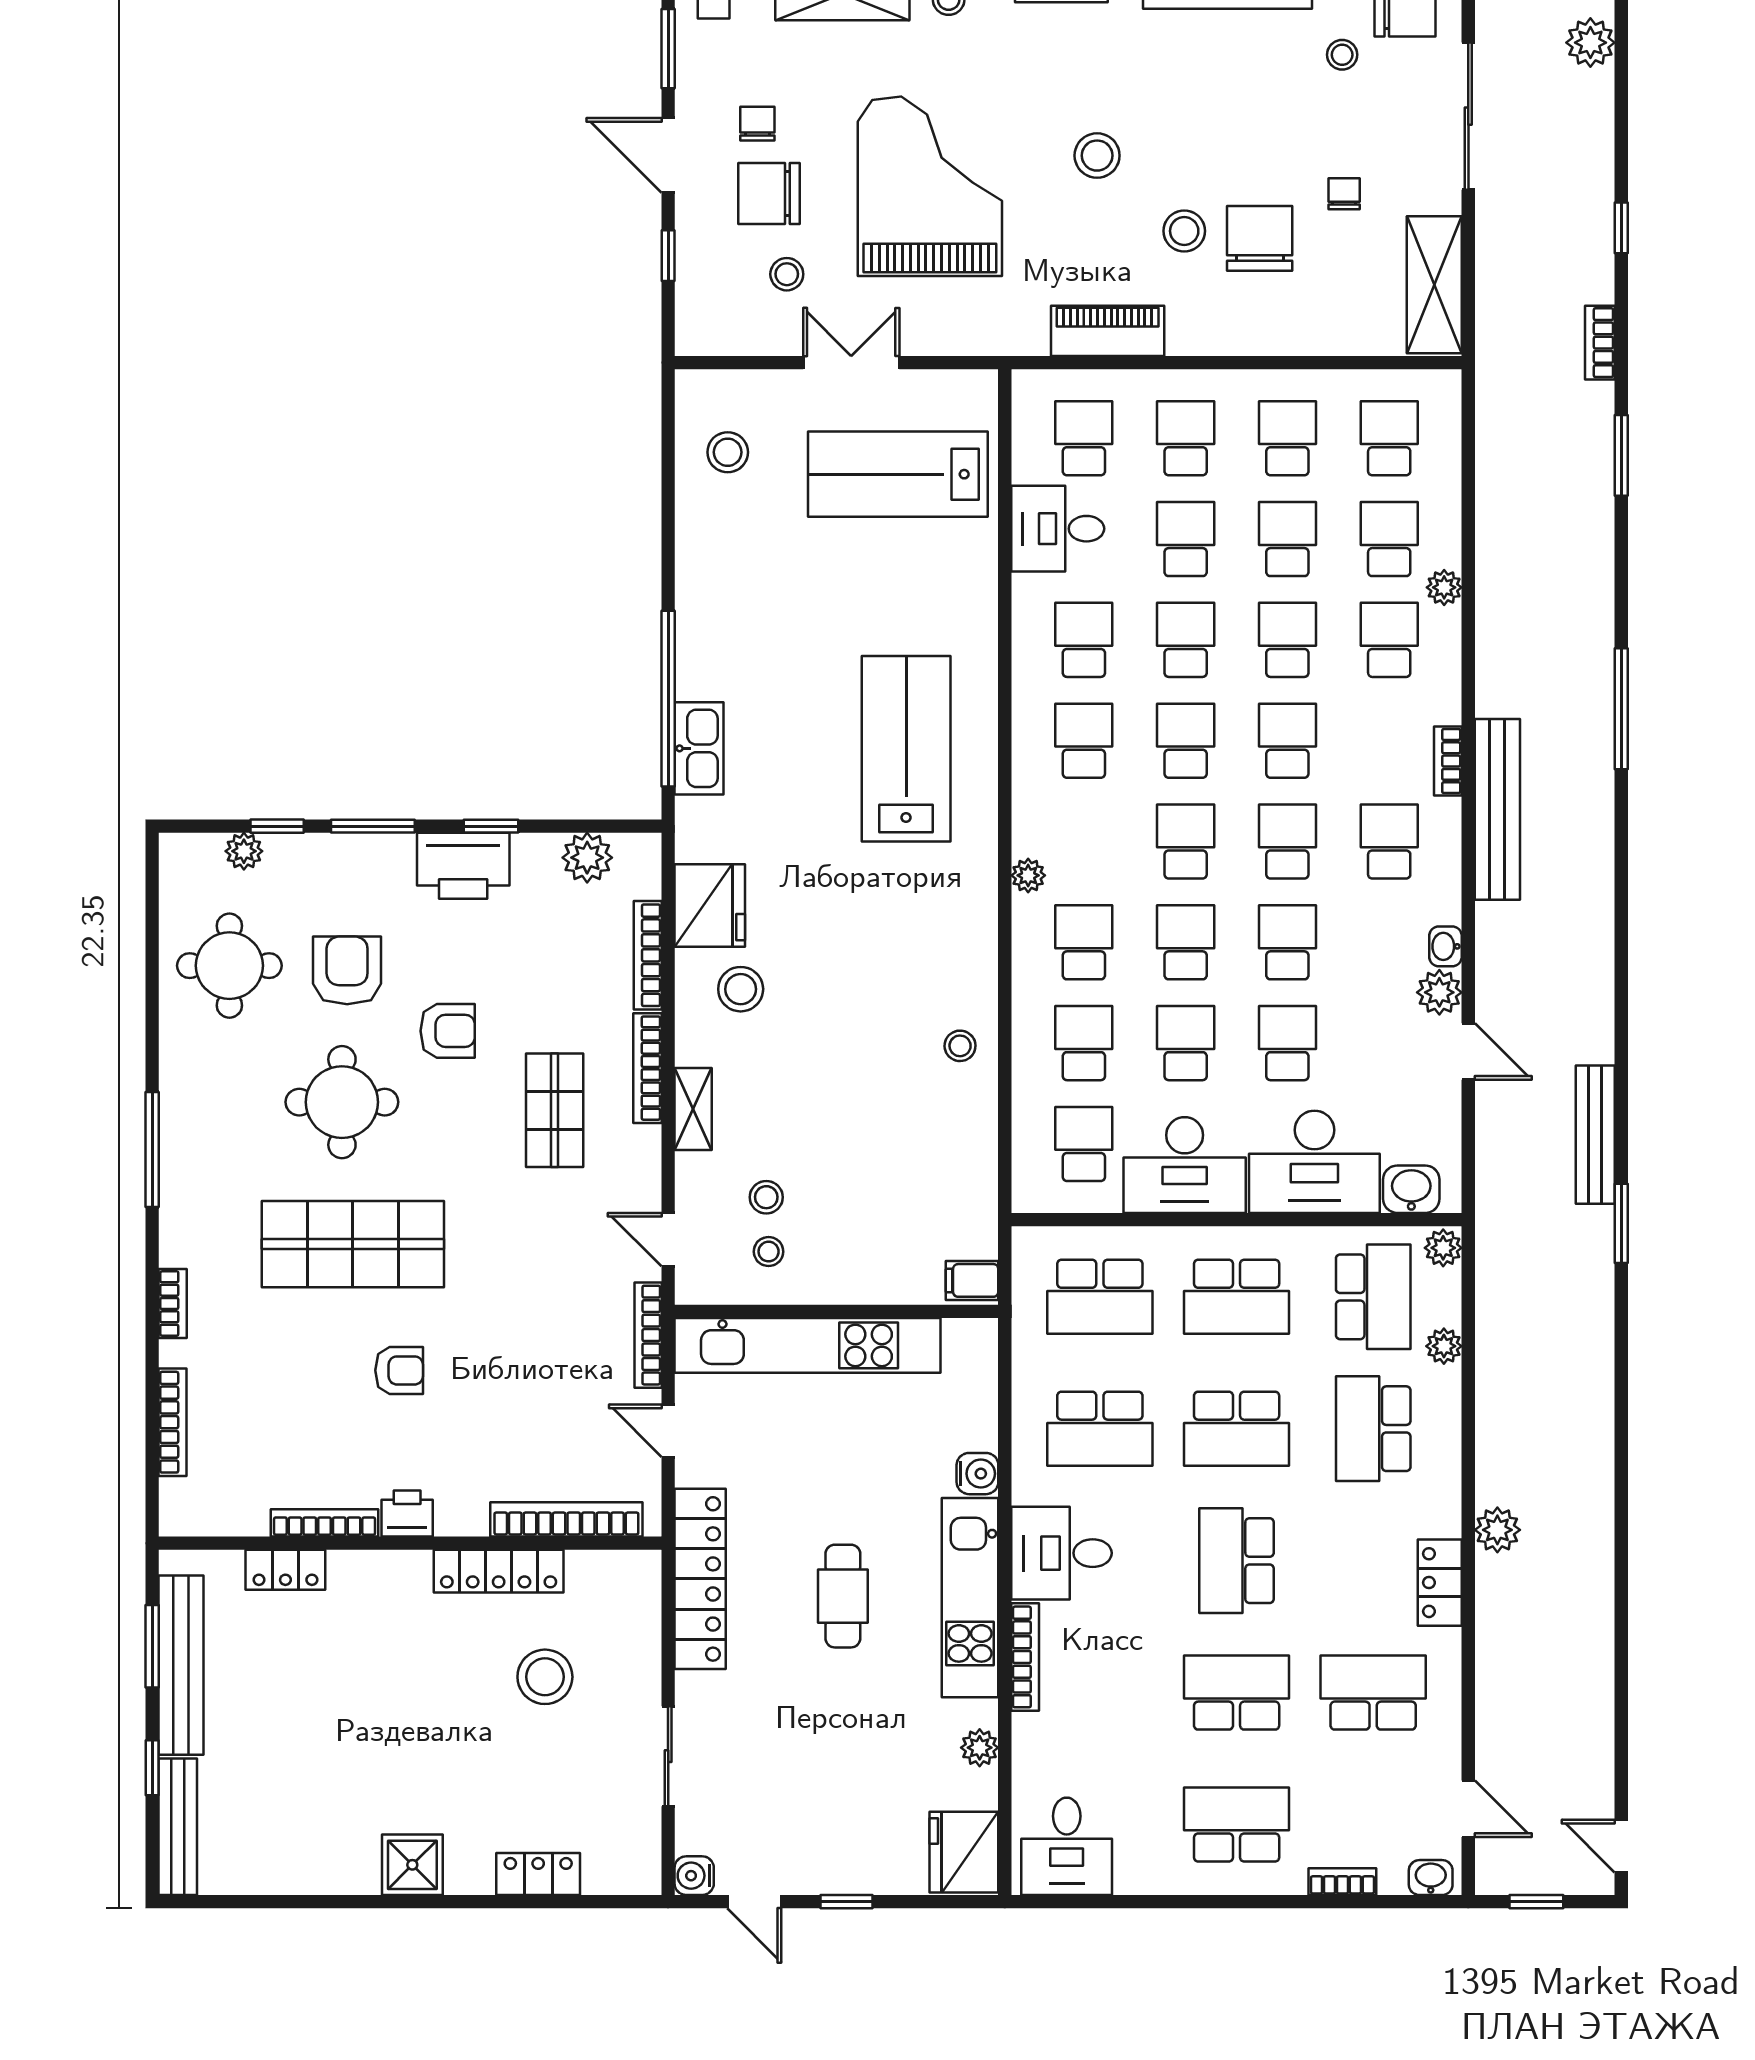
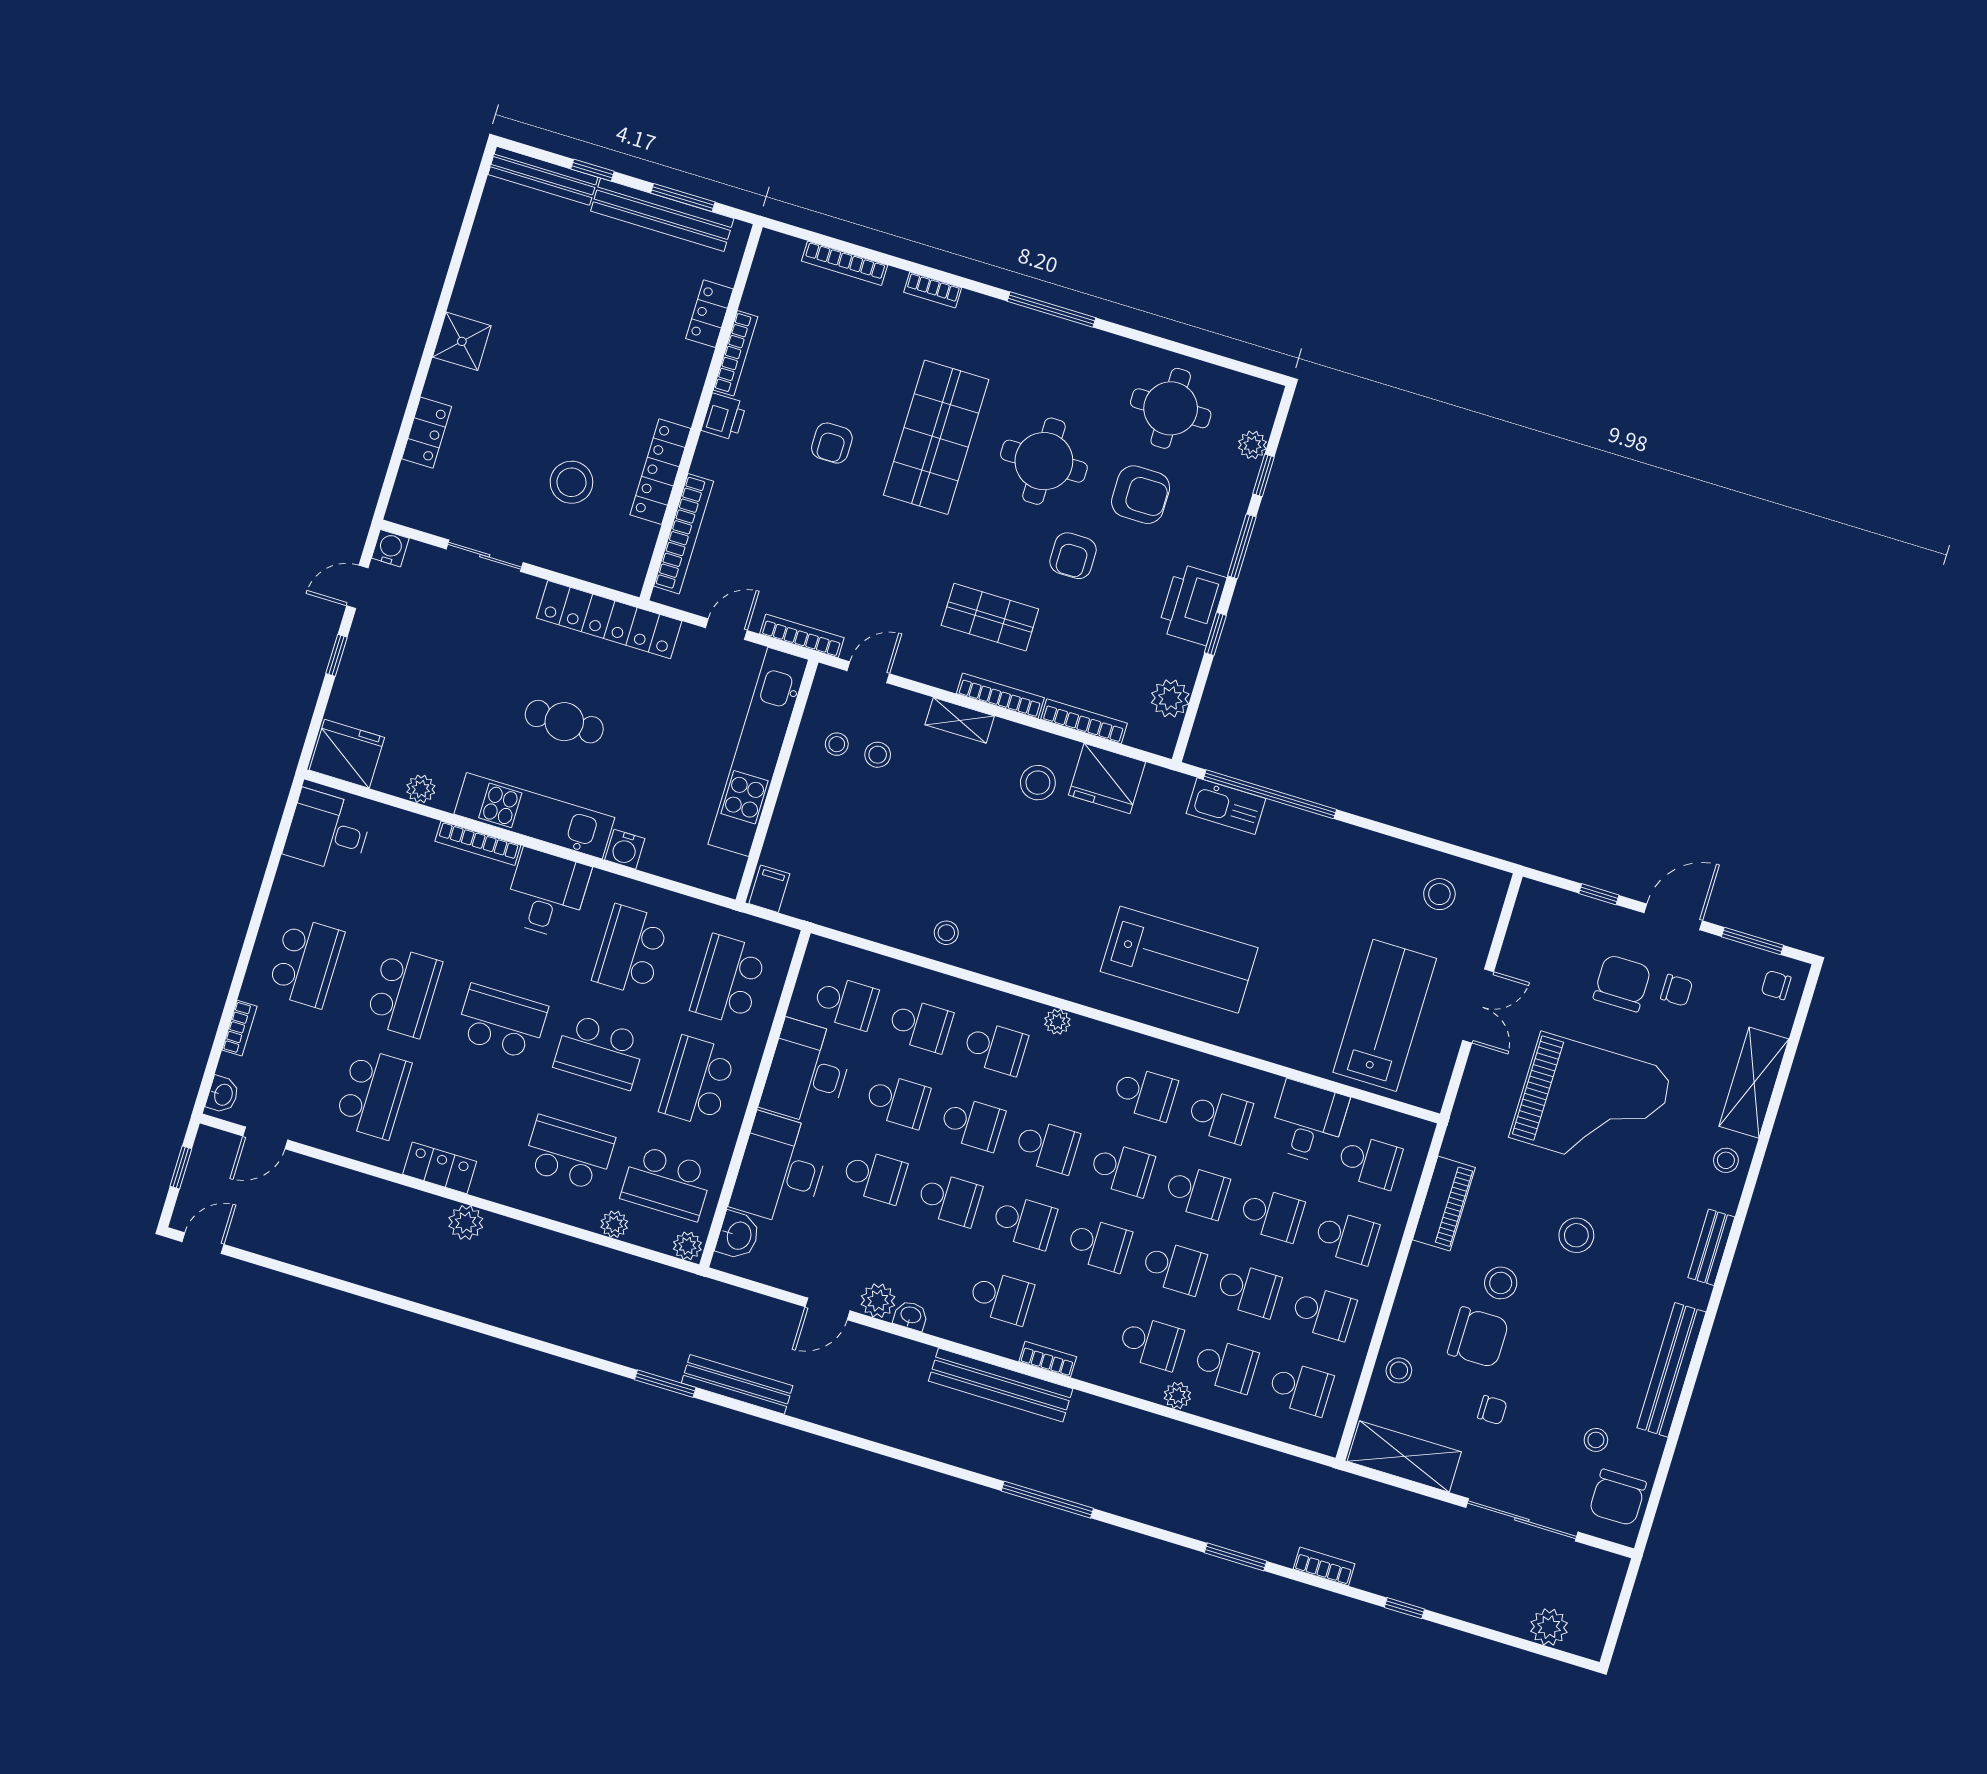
stool: (787, 274) -> (1399, 1370), moved
school desk: (1237, 1429) -> (600, 1052), turned -90

